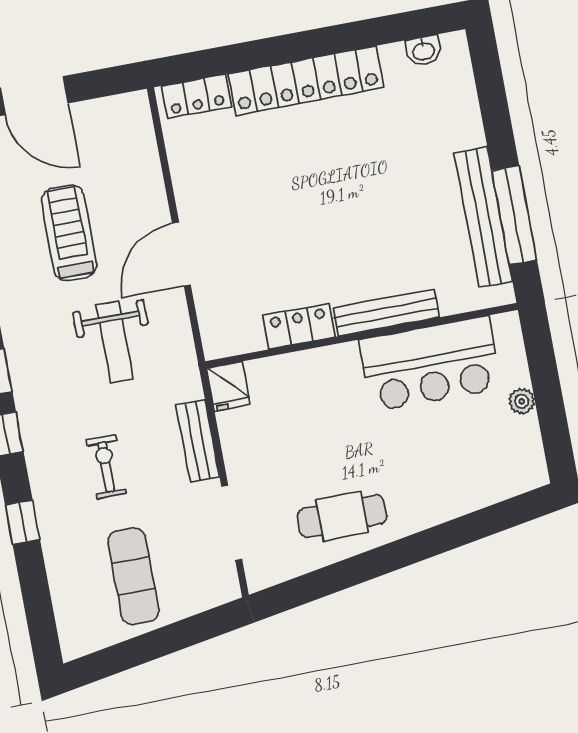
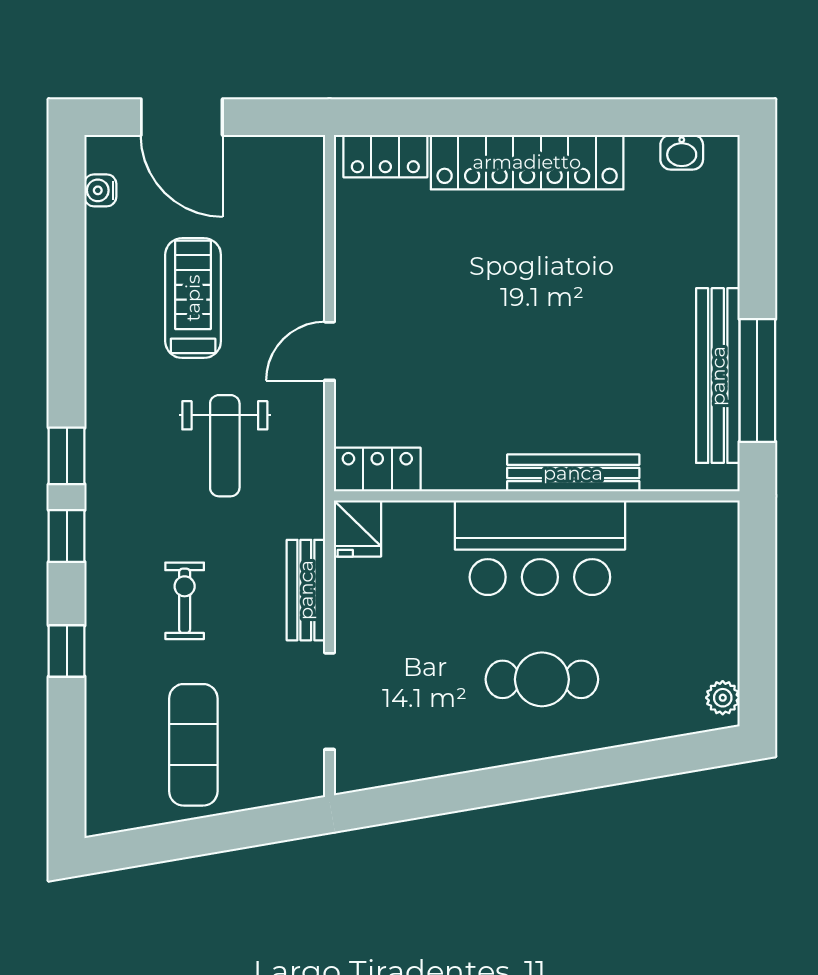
door: (181, 254) -> (329, 351), width x0.73
locker: (299, 326) -> (377, 470), moved
bar counter: (430, 364) -> (540, 548), moved
plant: (522, 401) -> (723, 698), moved
cafe table: (342, 516) -> (542, 679), moved

